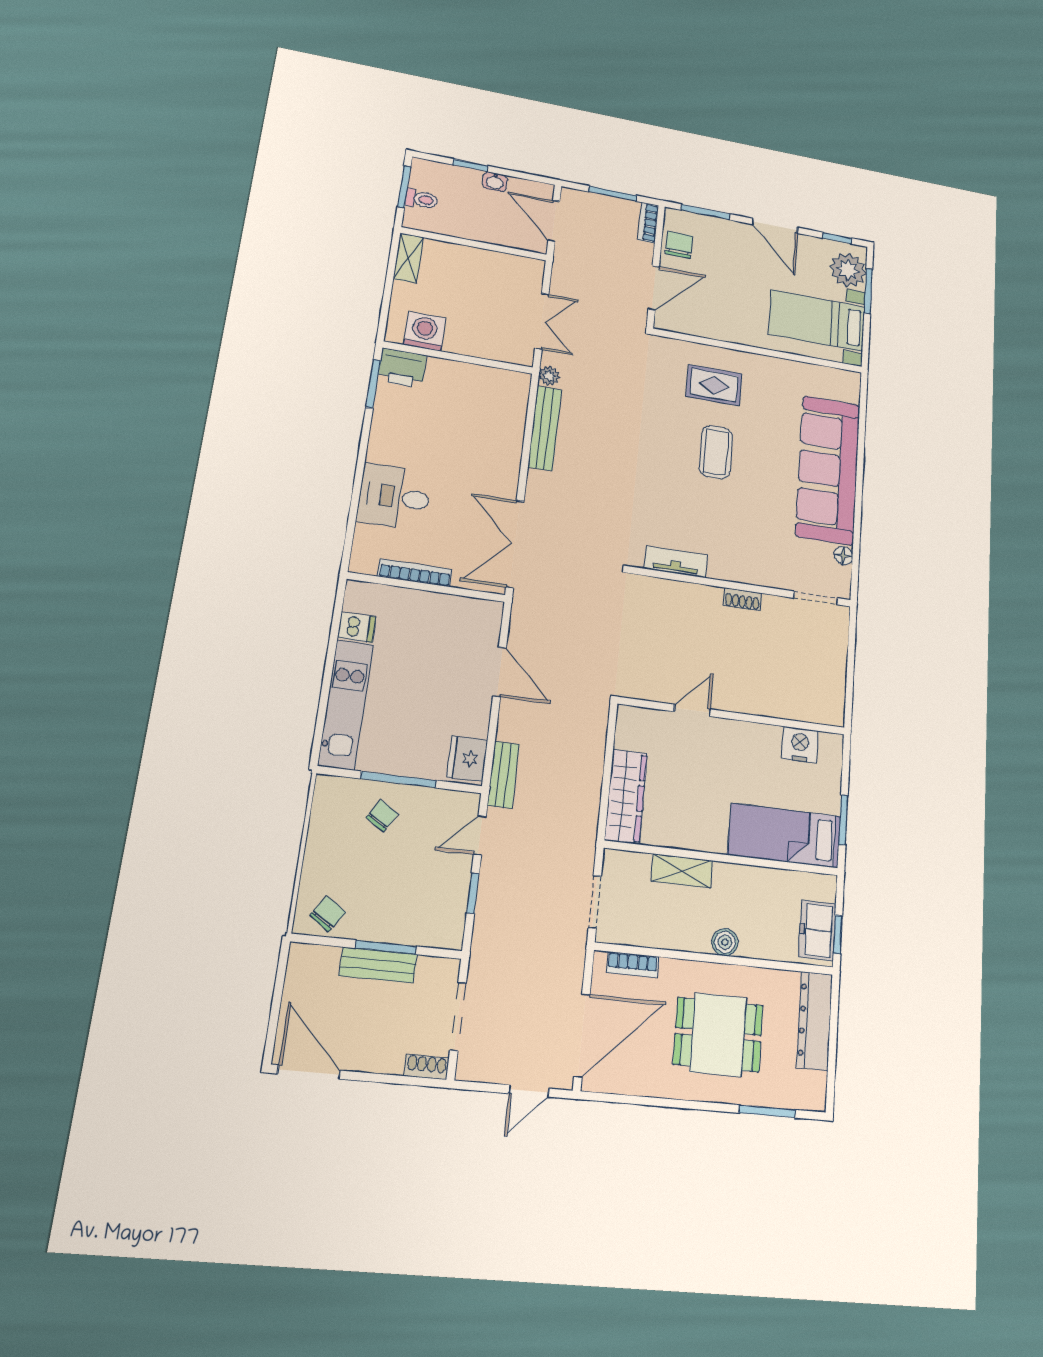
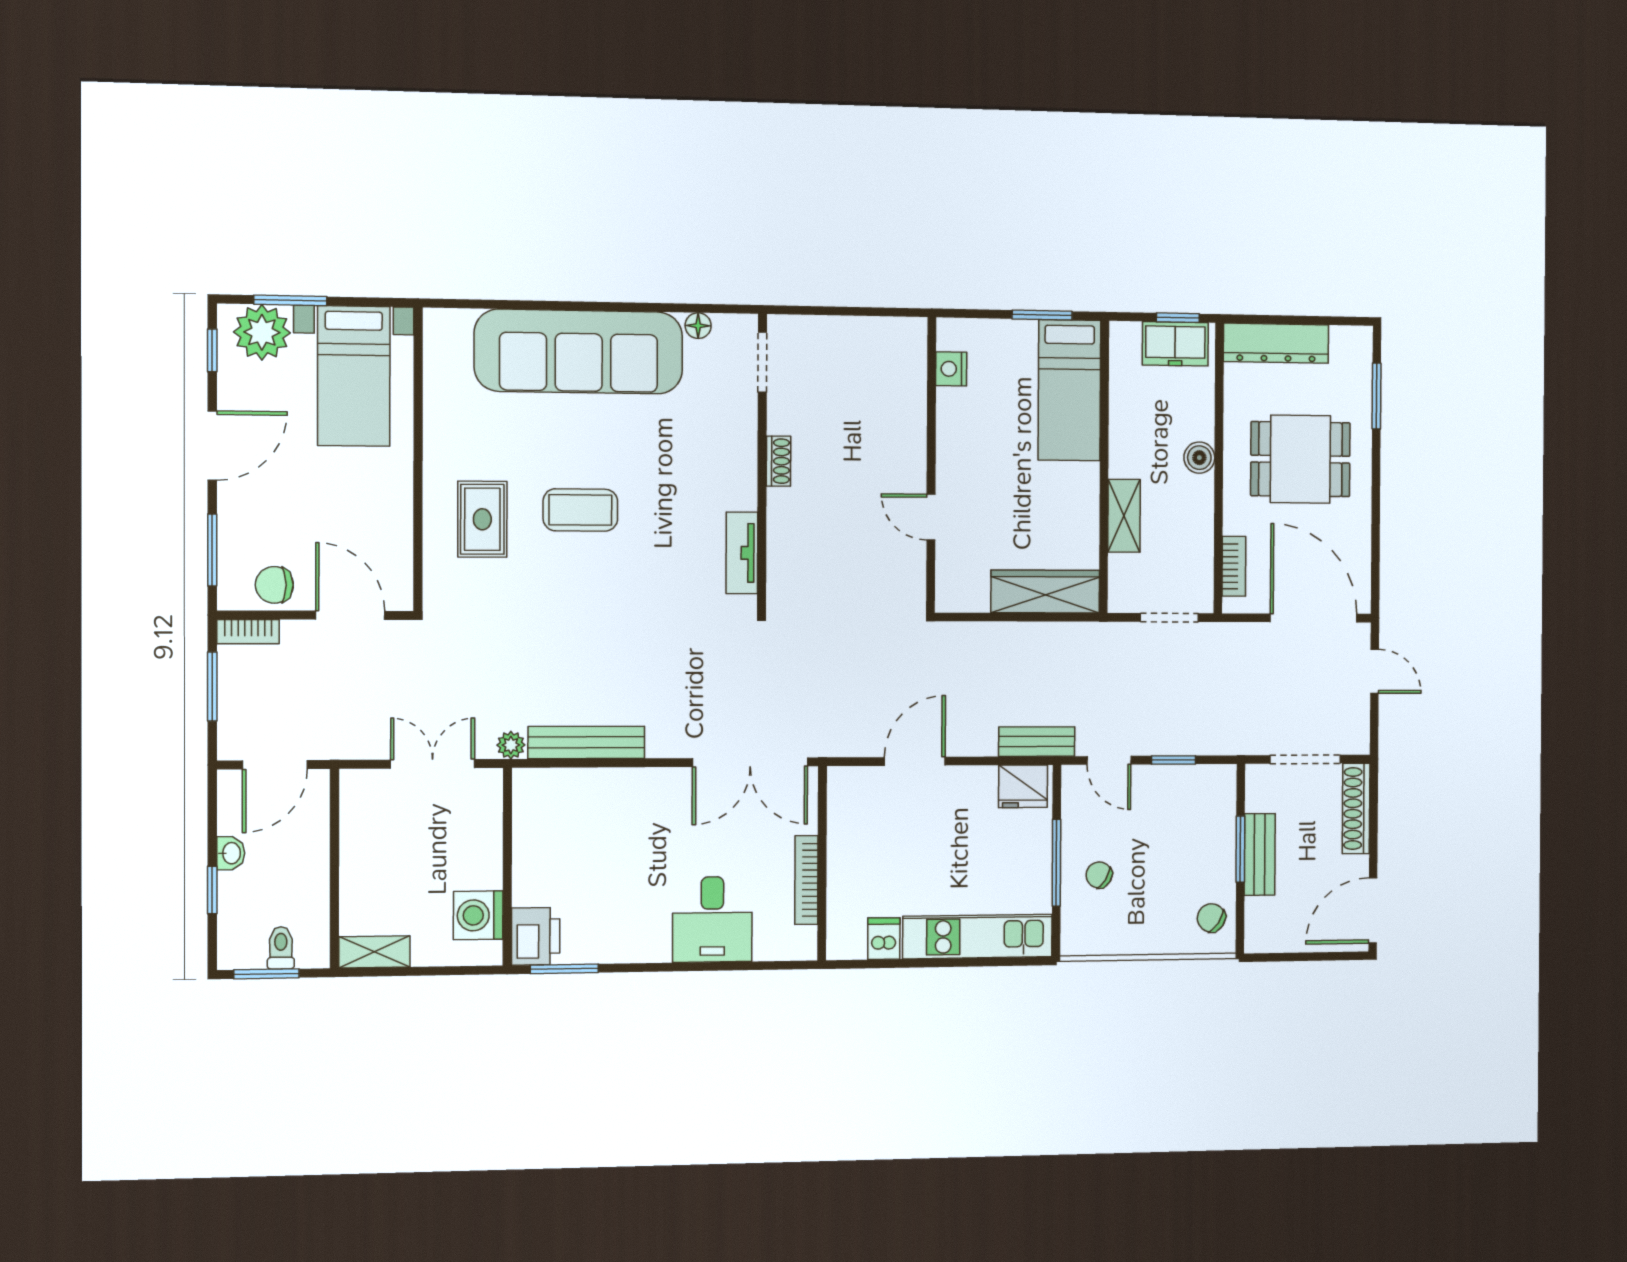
nightstand: (800, 745) -> (951, 369), width x0.74, depth x0.75
dining table: (718, 1035) -> (1300, 459), turned 90
shoe rack: (427, 1067) -> (1356, 809), width x1.94, depth x1.24

